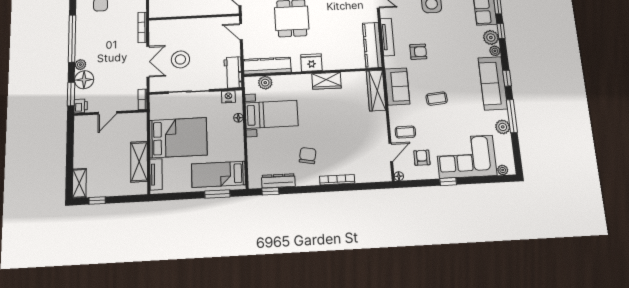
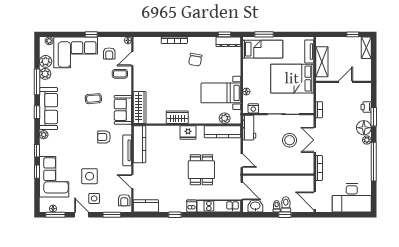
plant: (491, 38) -> (46, 61), moved
door: (107, 113) -> (346, 82), moved
wall: (110, 113) -> (343, 82), moved
dresser: (278, 181) -> (228, 42), moved

